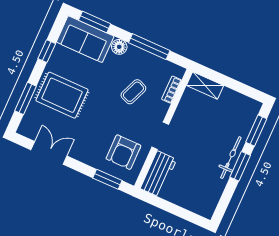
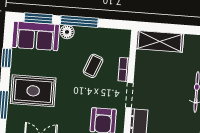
window: (149, 47) -> (79, 21), moved
shelving: (205, 85) -> (160, 41), width x1.50, depth x1.33
bookcase: (172, 90) -> (124, 69), moved

